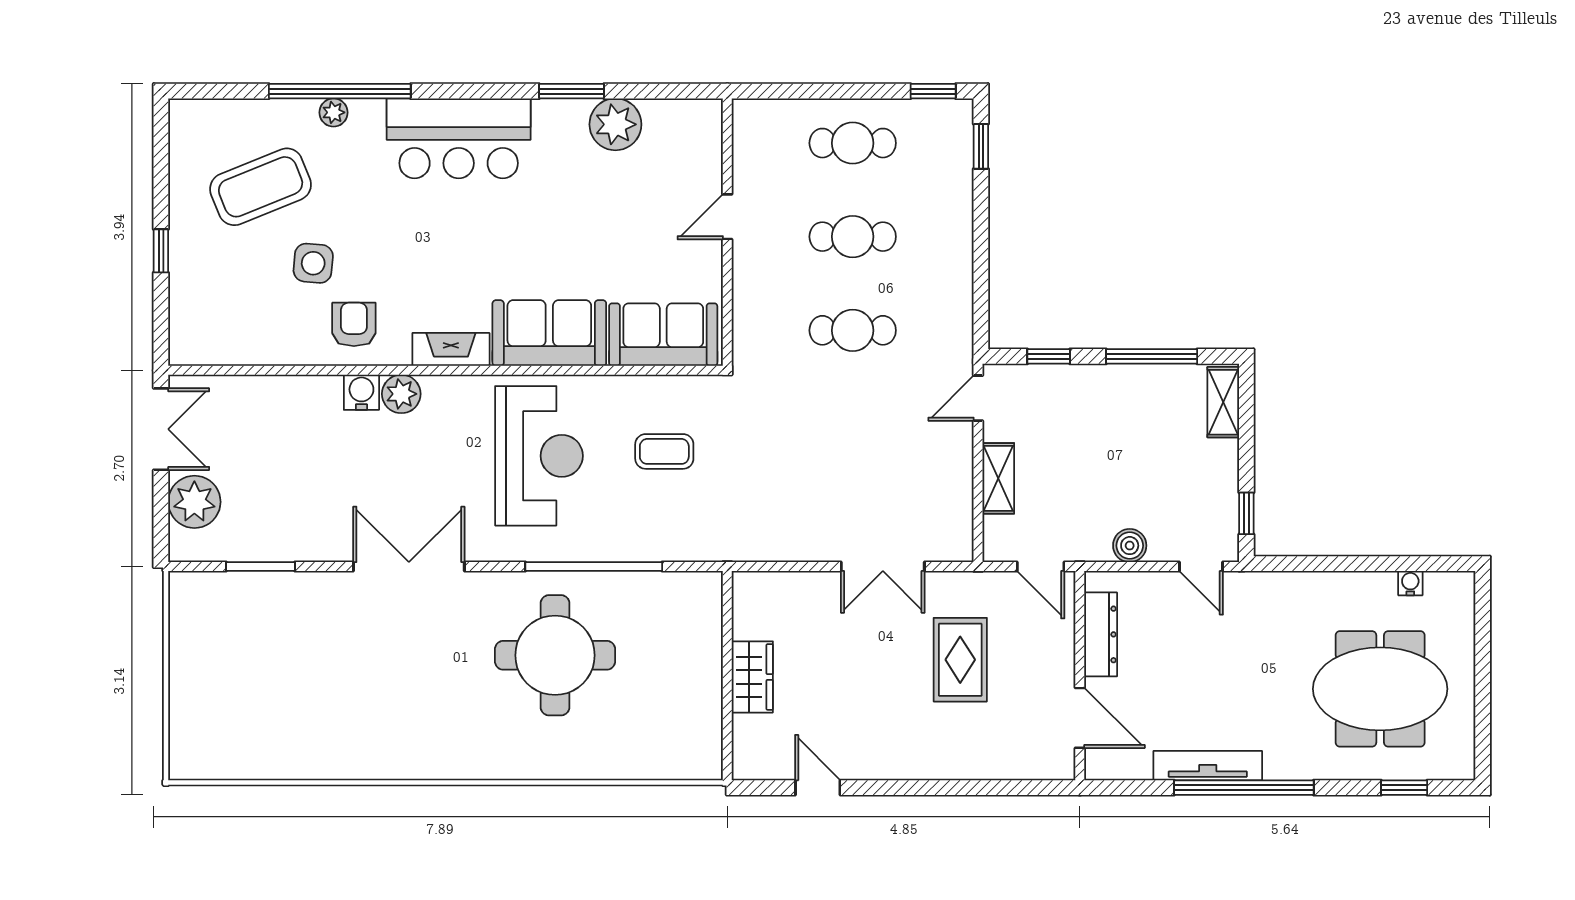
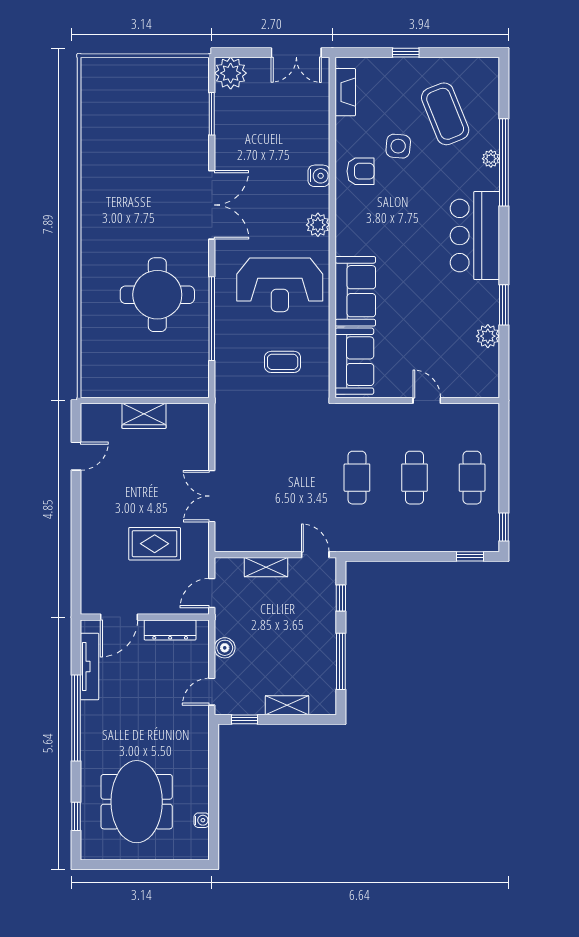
plant: (615, 124) -> (488, 336), width x0.73, depth x0.73
fireplace: (451, 349) -> (345, 92), moved
plant: (401, 394) -> (318, 225), moved
shelving: (1223, 402) -> (287, 705), moved
coffee table: (664, 451) -> (283, 362), turned 90
plant: (194, 502) -> (231, 73), moved
tv unit: (1208, 766) -> (90, 667), moved

